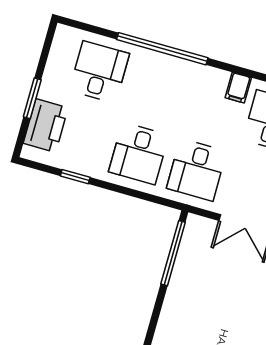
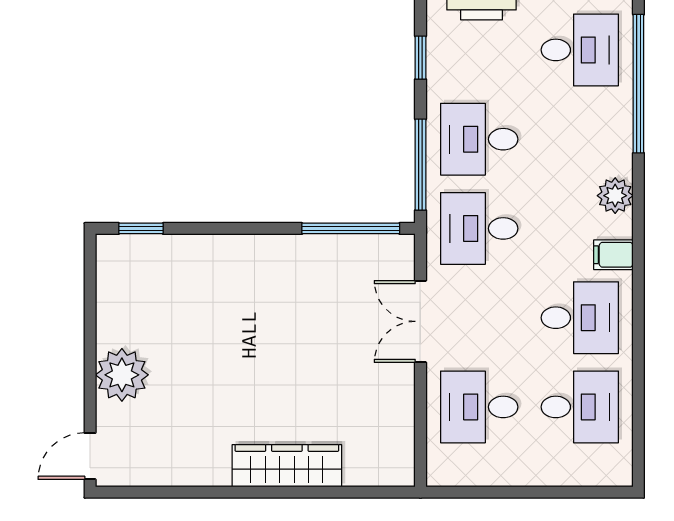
window: (162, 49) -> (638, 84), moved
plant: (200, 76) -> (615, 196), added
window: (144, 196) -> (420, 165), added

